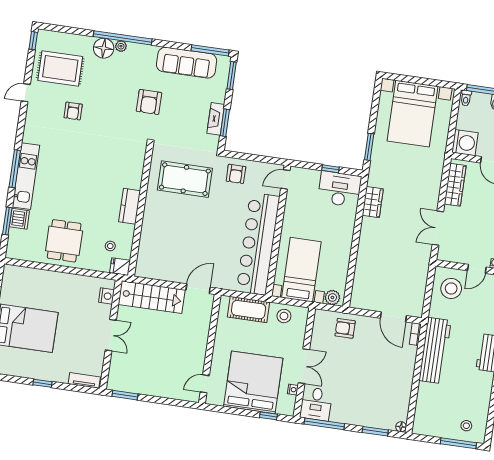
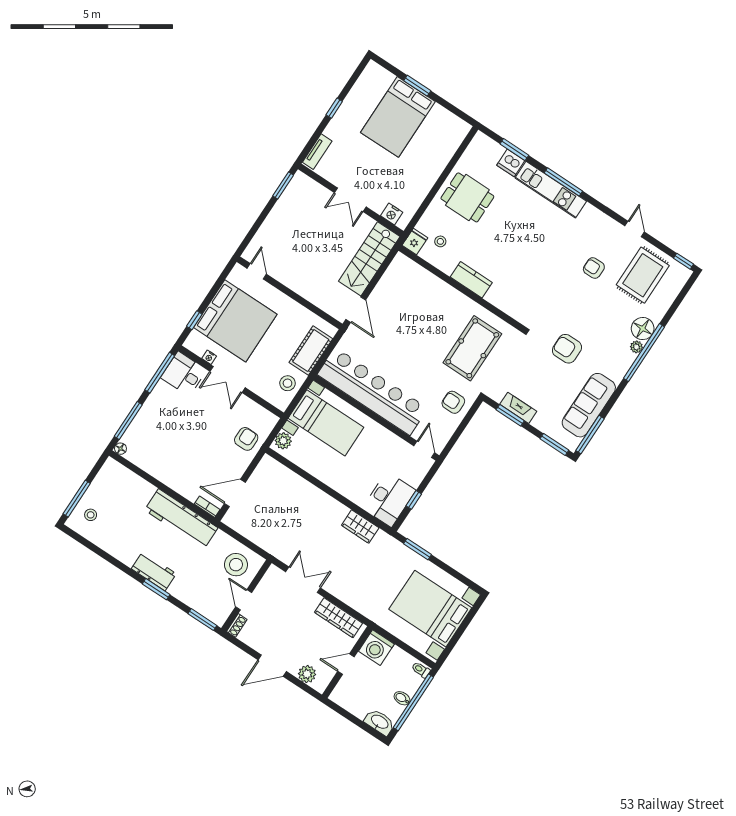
window: (375, 431) -> (128, 420), width x1.44

